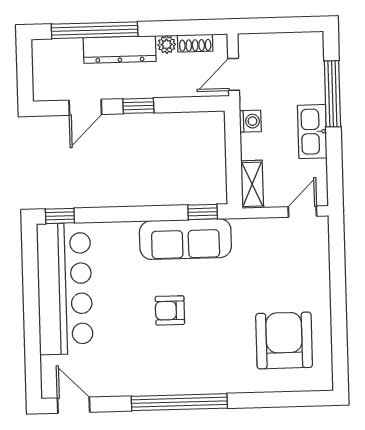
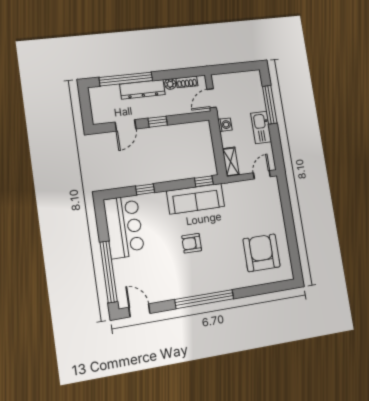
window: (60, 216) -> (145, 189), moved
bar counter: (65, 289) -> (124, 227), width x0.73
window: (32, 339) -> (109, 272), added

